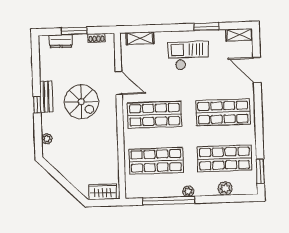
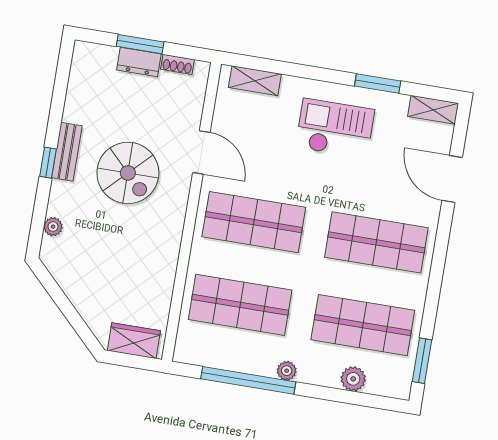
dresser: (61, 41) -> (139, 62), moved

